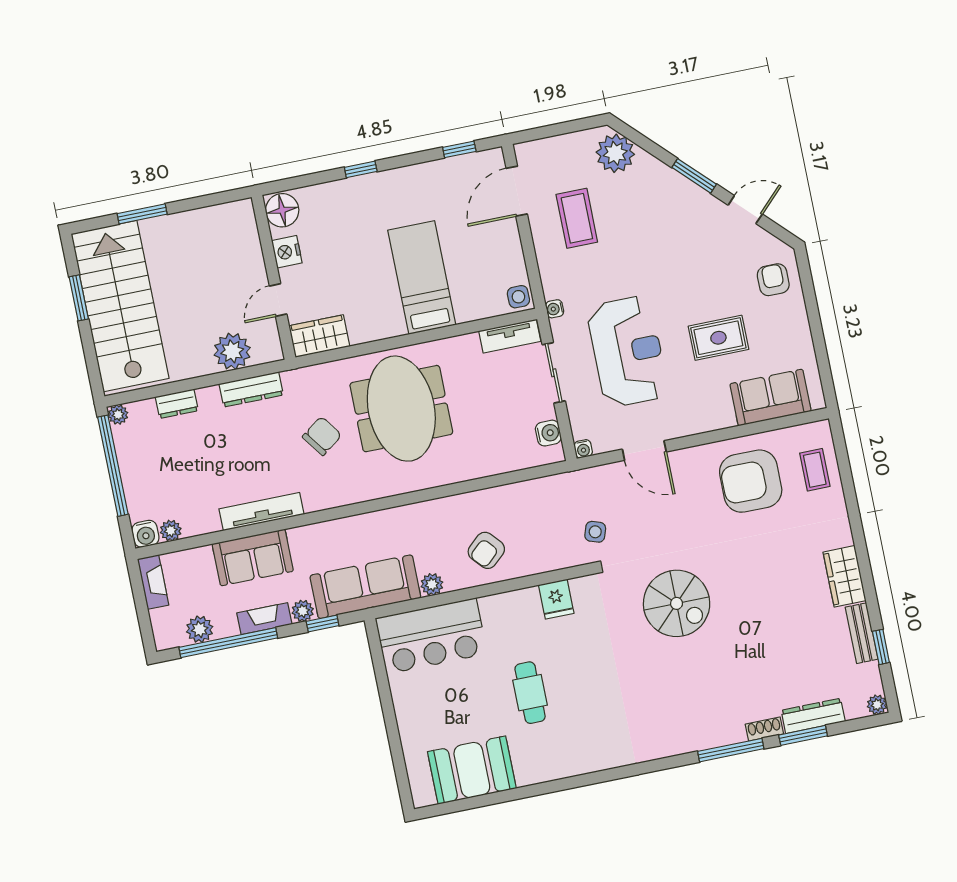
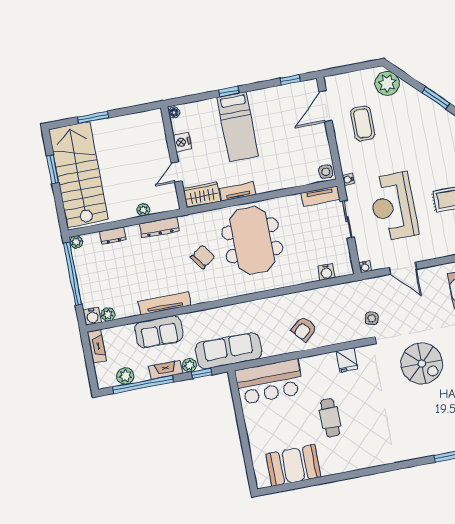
floor lamp: (282, 210) -> (174, 112), width x0.53, depth x0.53
bed: (422, 277) -> (238, 127), moved, turned 180
tv unit: (377, 330) -> (238, 191), added
plant: (232, 351) -> (143, 210), width x0.53, depth x0.53
reception desk: (628, 351) -> (393, 207), turned 180
water cooler: (548, 433) -> (326, 272), moved, turned 90
plant: (432, 584) -> (270, 350), removed

